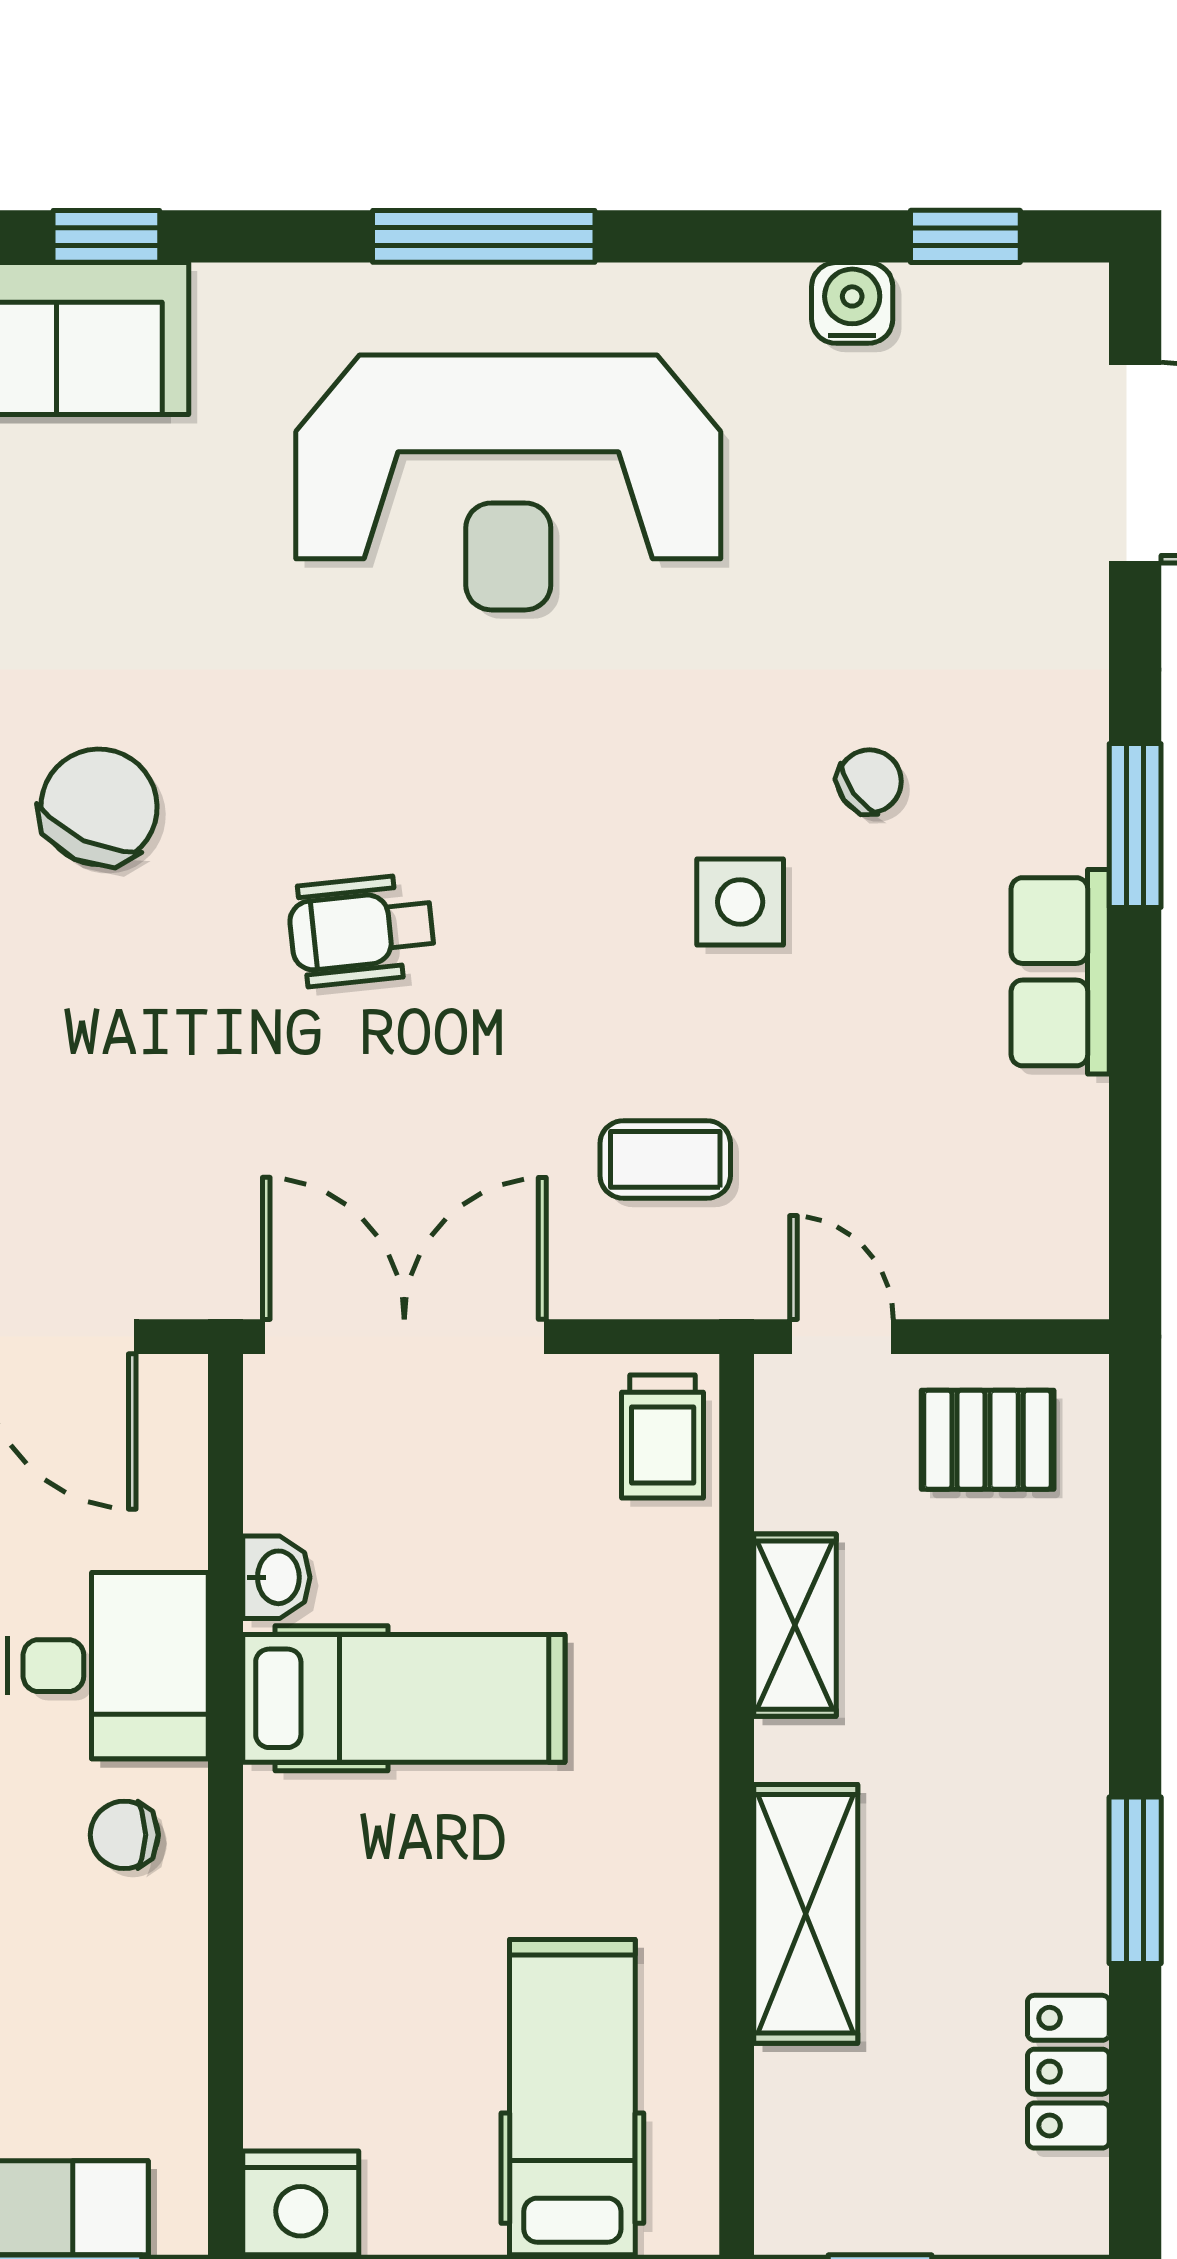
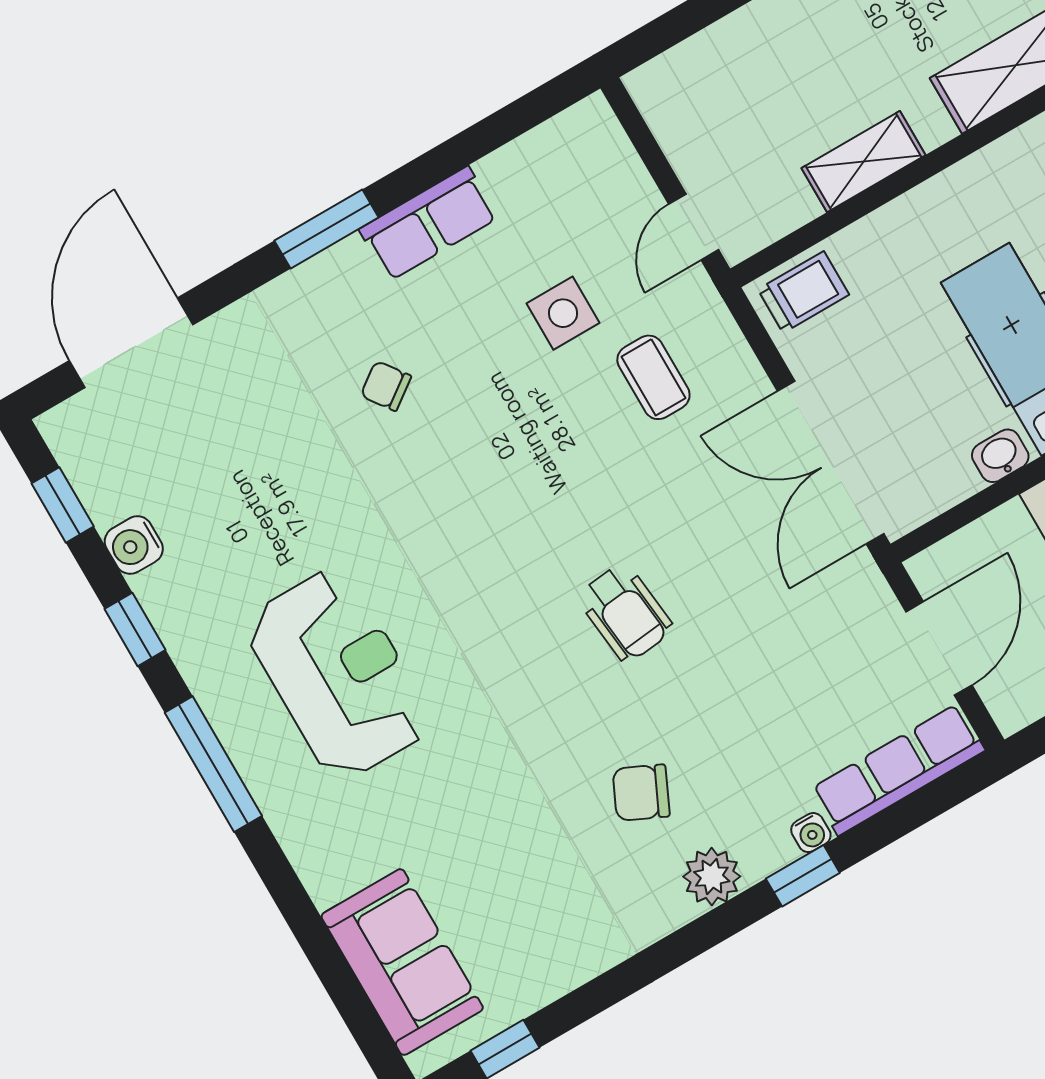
window: (106, 236) -> (135, 629), moved
reception desk: (508, 482) -> (338, 674), width x0.74, depth x0.77
chair: (99, 807) -> (641, 793), width x0.73, depth x0.73
side table: (740, 902) -> (563, 313), moved
pallet: (988, 1440) -> (703, 116), removed

